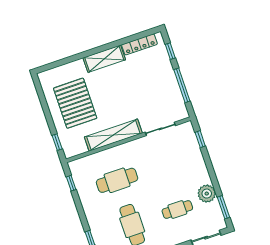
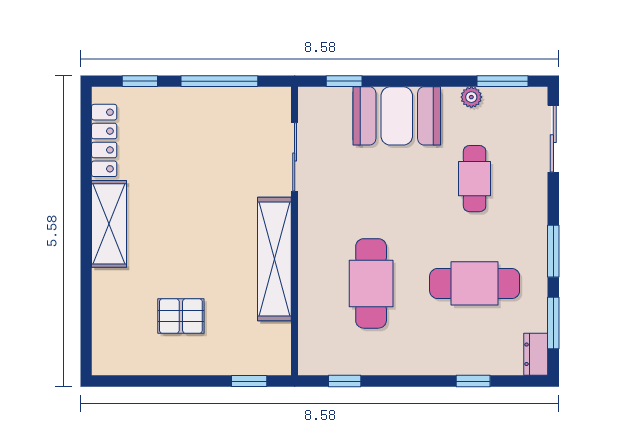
pallet: (75, 103) -> (181, 316), width x0.49, depth x0.50
booth: (193, 167) -> (397, 116), added
plant: (207, 194) -> (471, 97), width x0.53, depth x0.53

